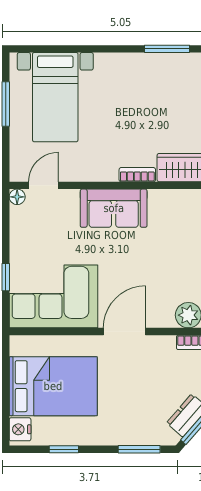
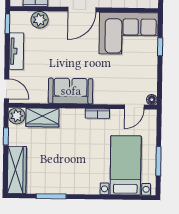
bookcase: (137, 175) -> (97, 114), moved
sofa: (114, 208) -> (71, 91), moved

